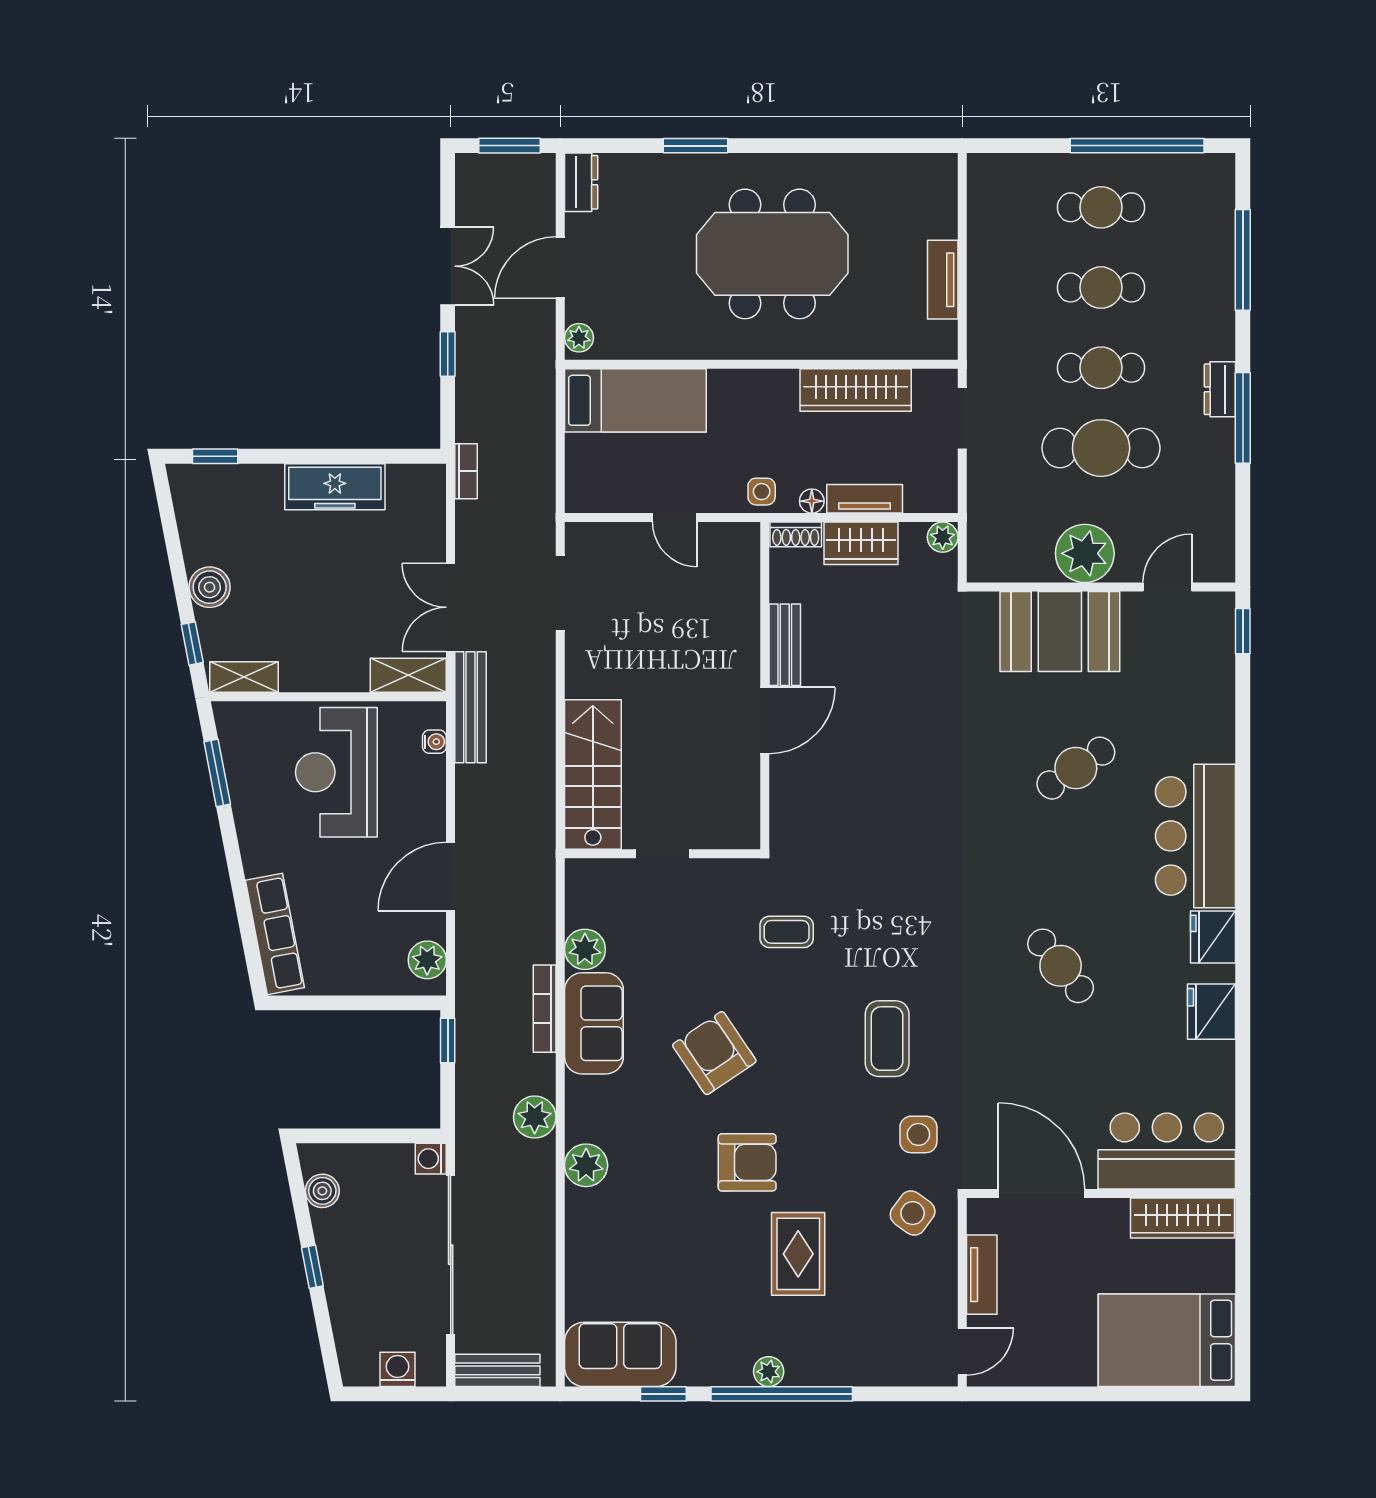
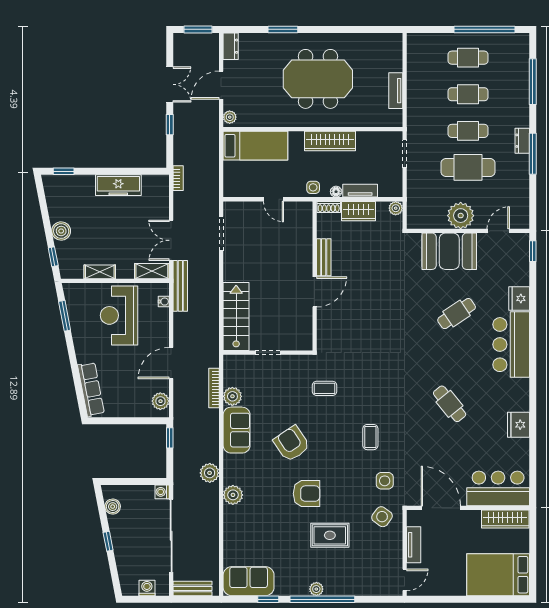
wardrobe: (856, 390) -> (330, 141), moved
shelving: (244, 677) -> (100, 272), moved
fridge: (1213, 937) -> (519, 298), moved
bookcase: (545, 1009) -> (214, 388), moved
coffee table: (887, 1039) -> (370, 437), width x0.73, depth x0.77
rug: (798, 1254) -> (330, 535), turned 90

